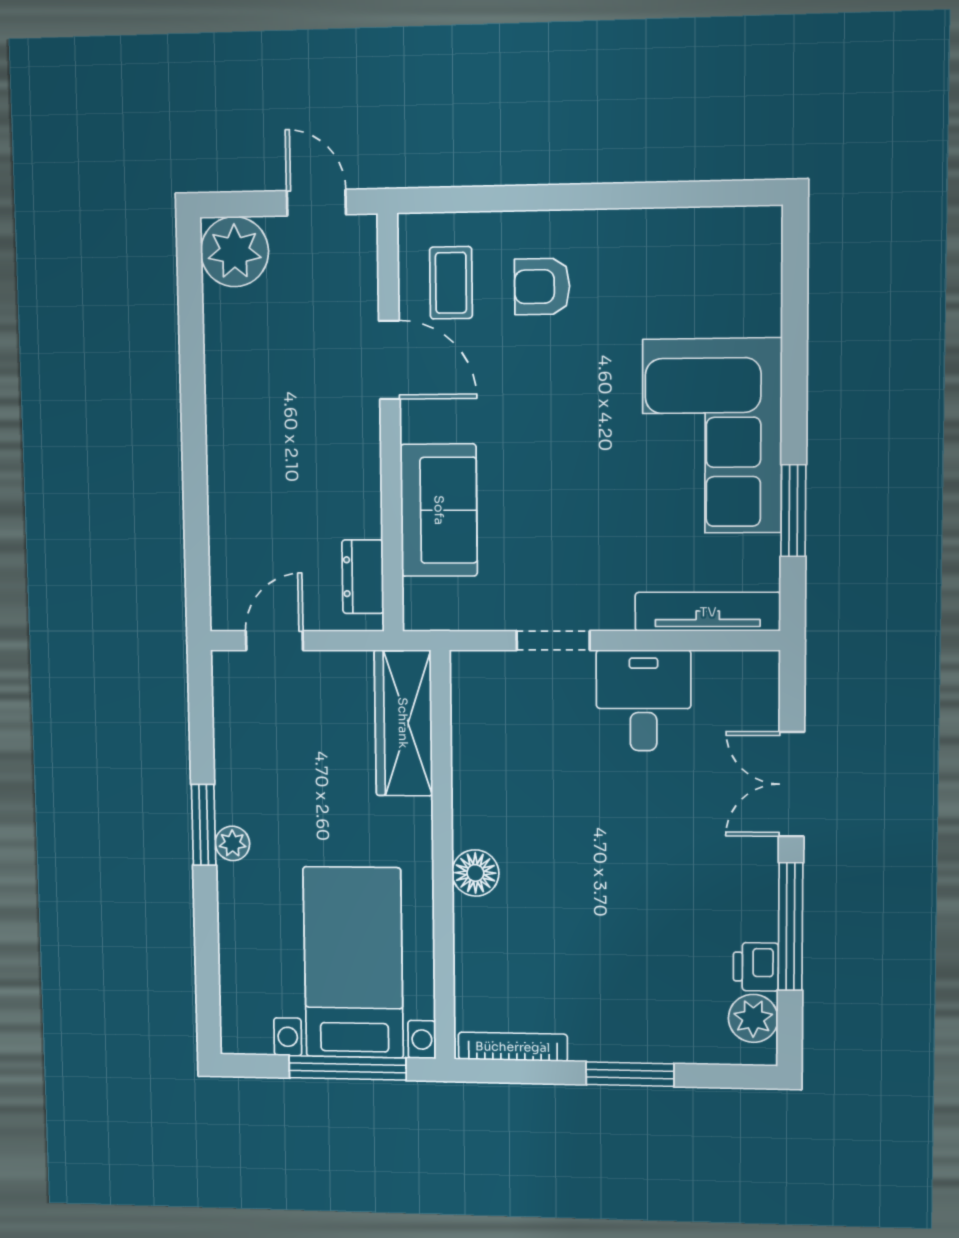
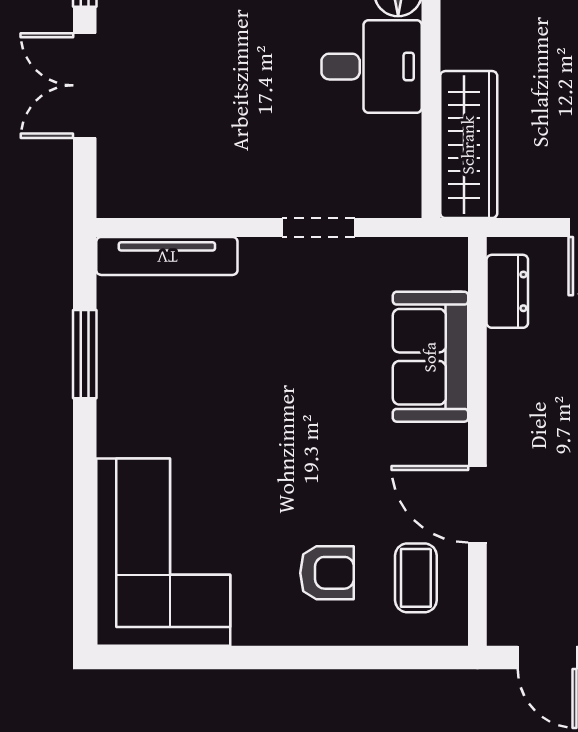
corner sofa: (712, 436) -> (163, 552), moved
desk: (644, 700) -> (372, 67), moved, turned -90
double door: (791, 784) -> (85, 85), swing flipped

